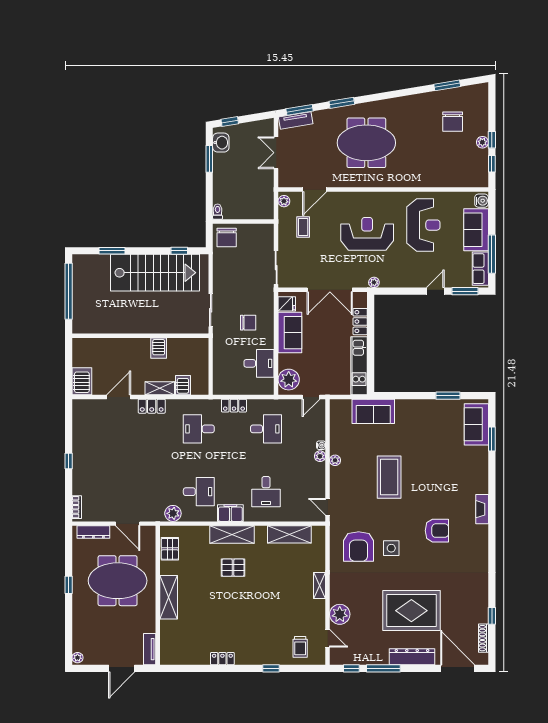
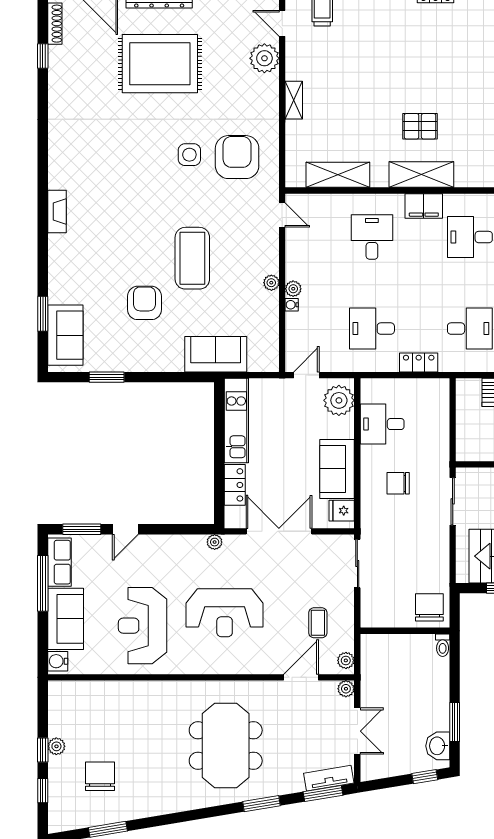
meeting table: (366, 143) -> (226, 746), turned 90
window: (492, 164) -> (43, 791), moved
plant: (284, 182) -> (346, 689), added
armchair: (437, 531) -> (145, 303), moved, turned 90

